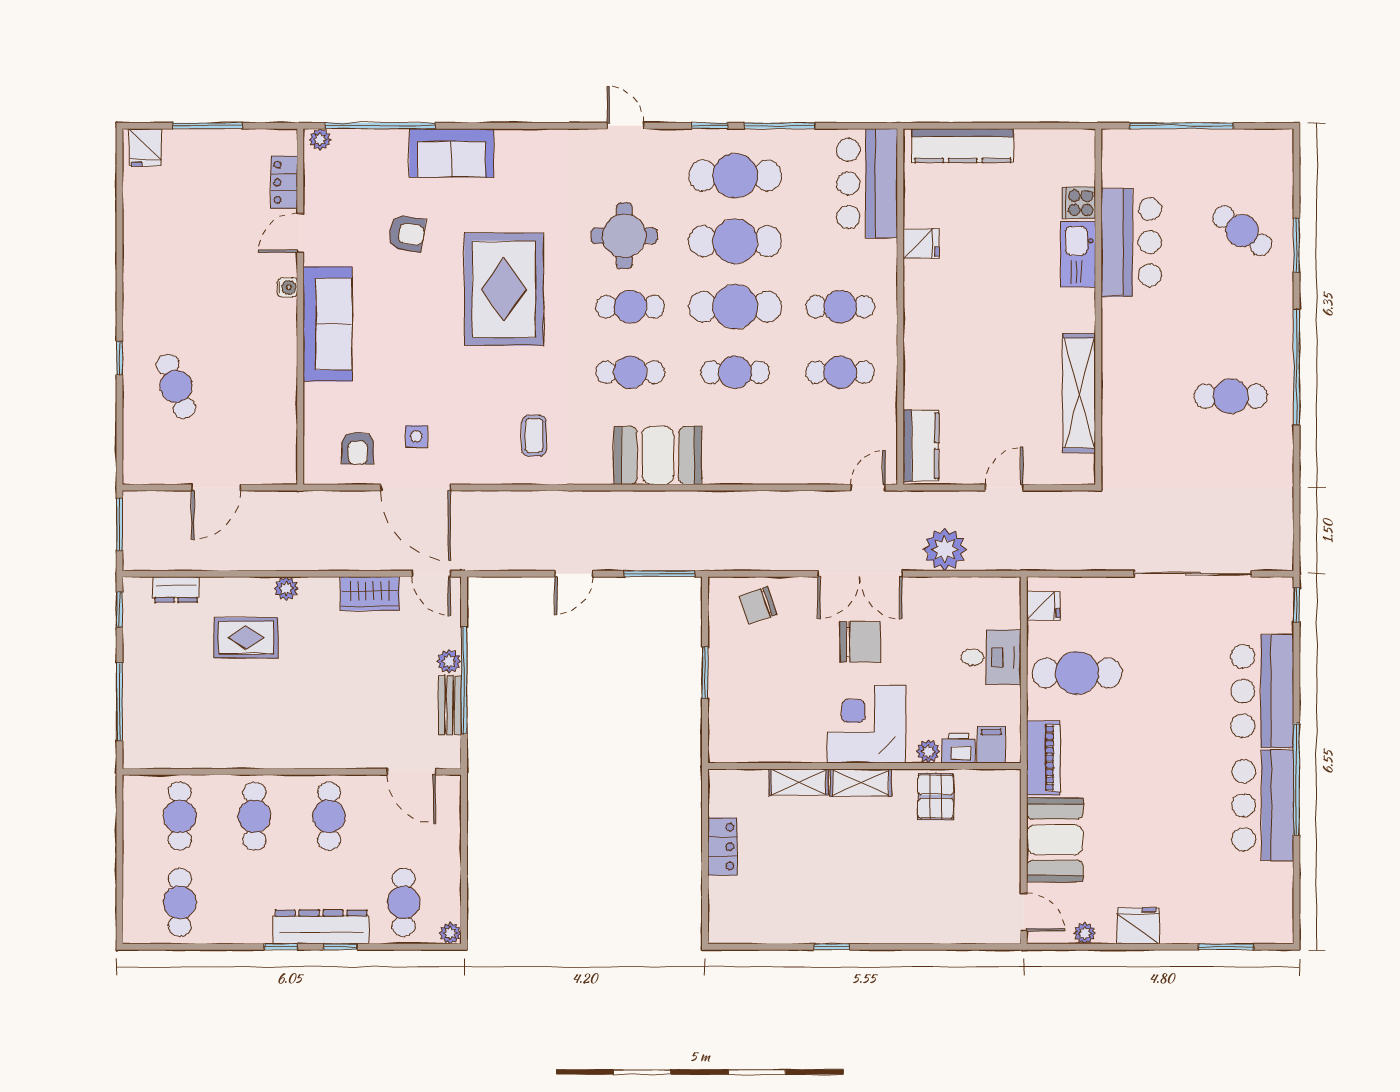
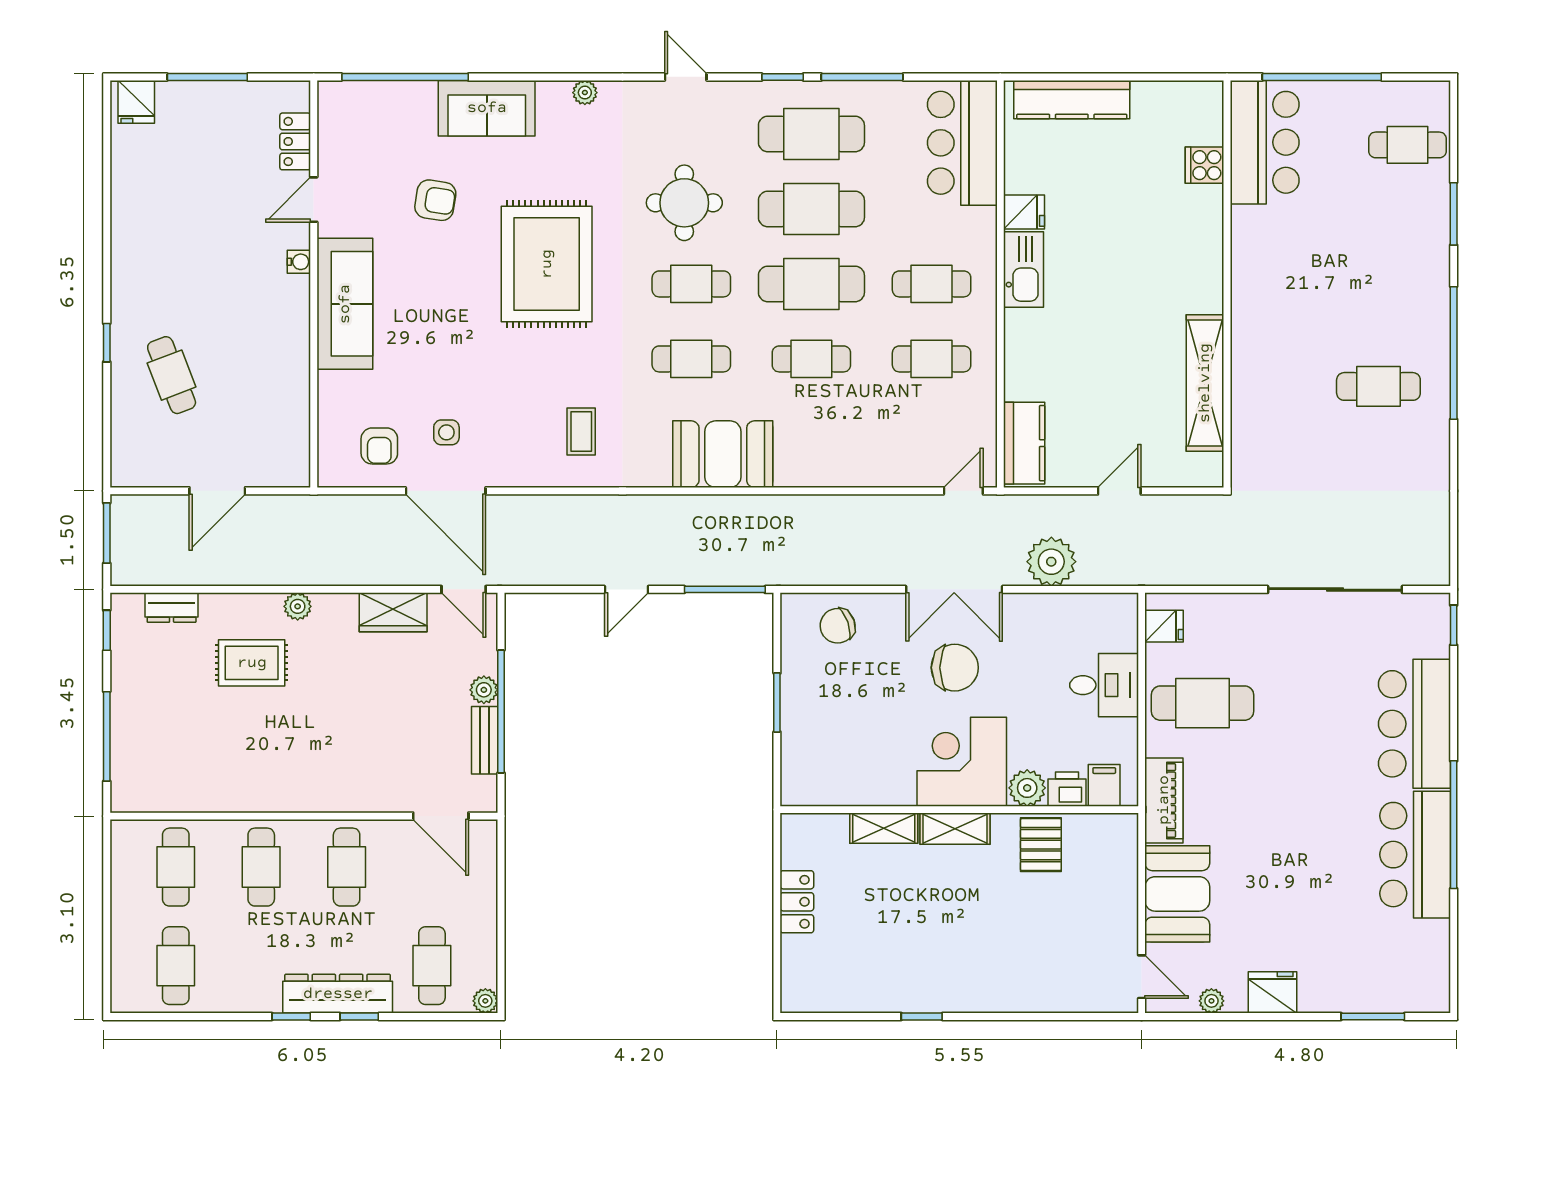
plant: (320, 139) -> (585, 93), moved
cafe table: (1242, 231) -> (1407, 145), moved, turned -37
bar counter: (1131, 242) -> (1265, 142), moved
kitchen sink: (1078, 254) -> (1024, 269), moved, turned 180
plant: (928, 751) -> (1027, 788), width x1.38, depth x1.38

